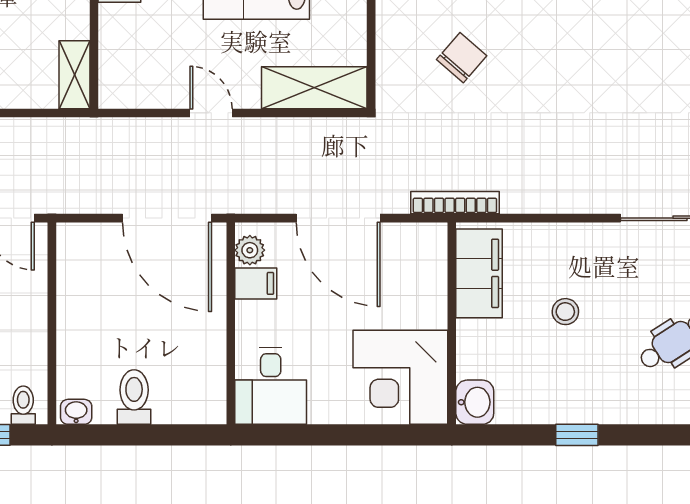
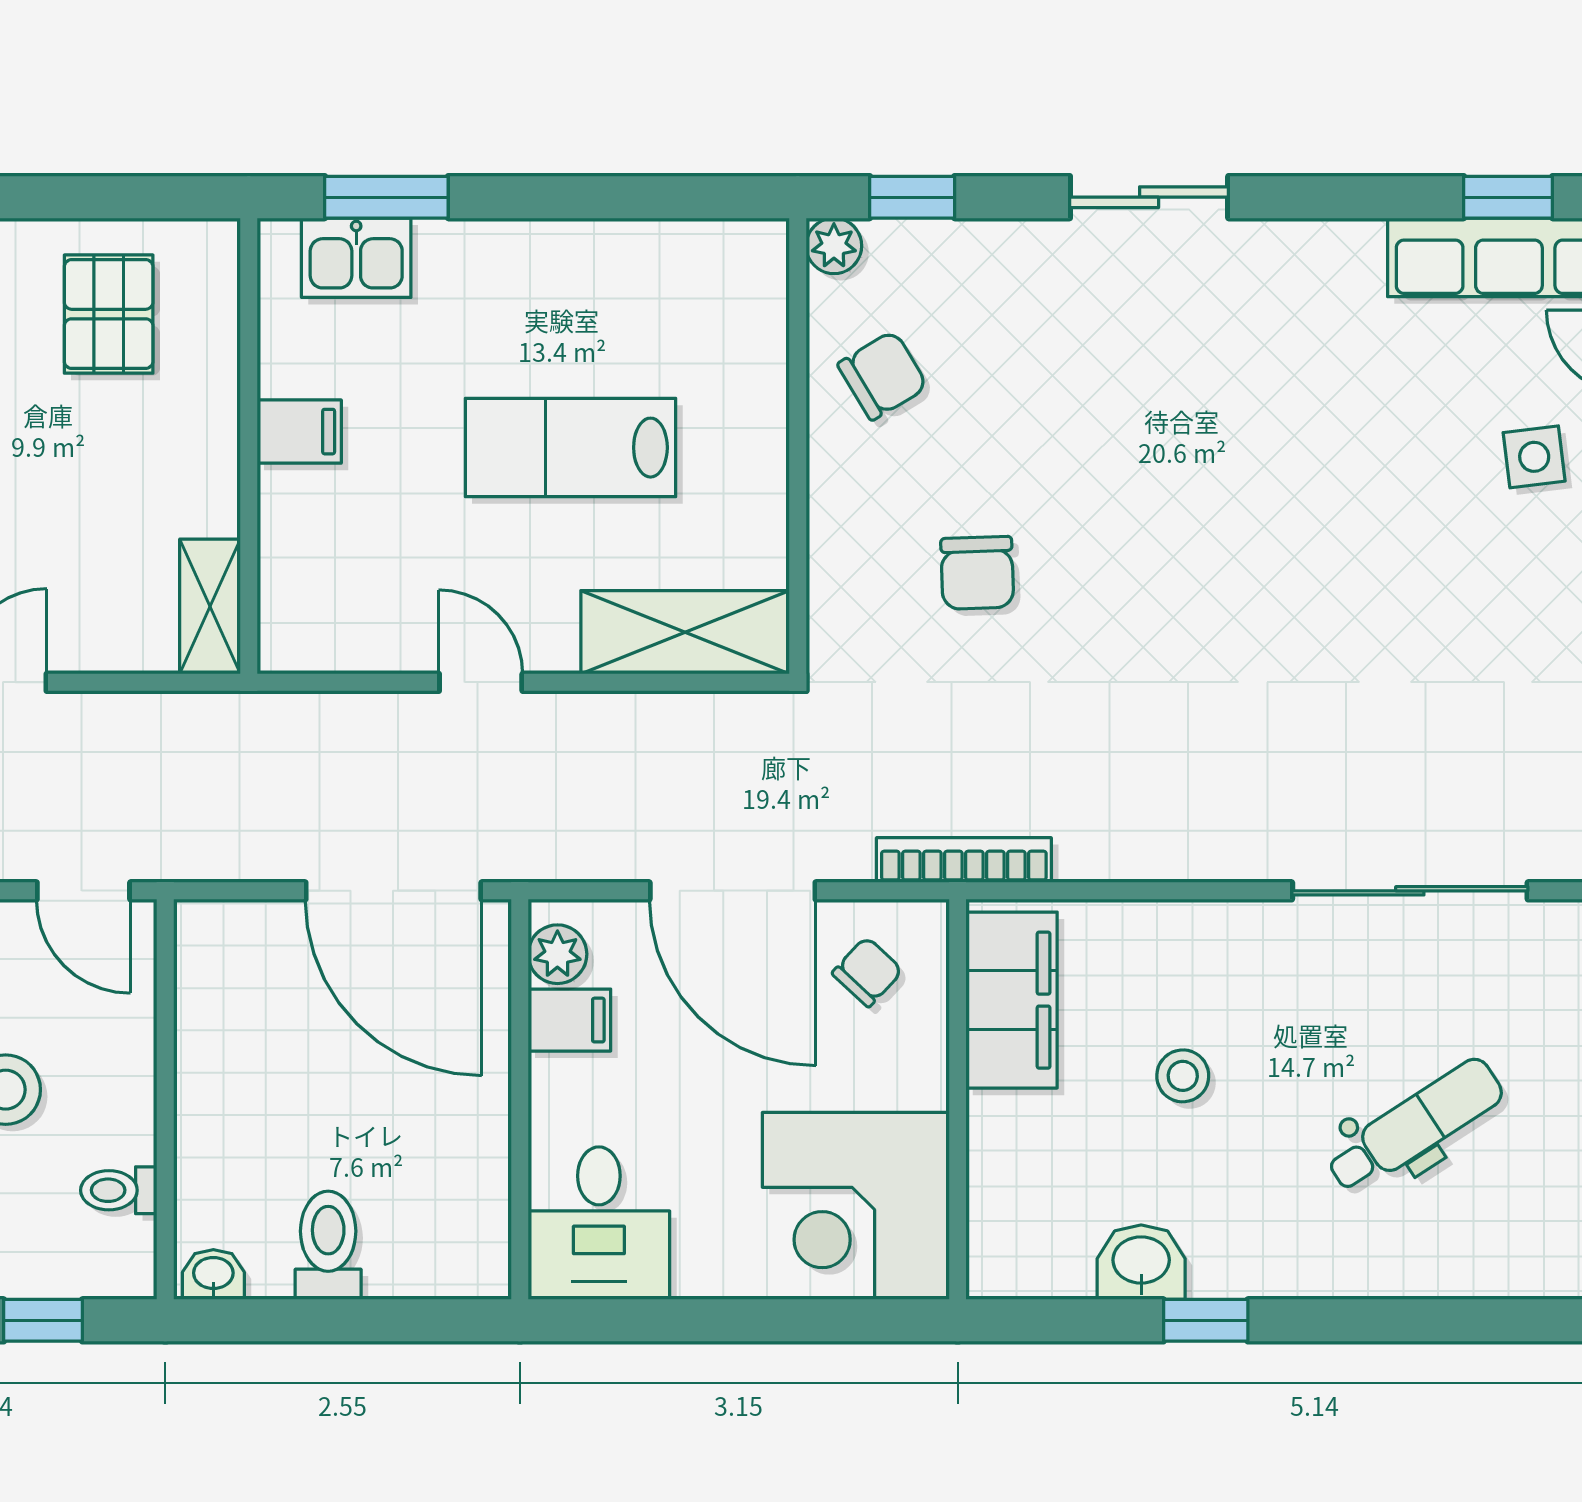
chair: (462, 58) -> (977, 573), turned 137
chair: (406, 259) -> (867, 972), added
washbasin: (475, 402) -> (1141, 1262), moved, turned -90
toilet: (23, 405) -> (119, 1190), moved, turned -90

